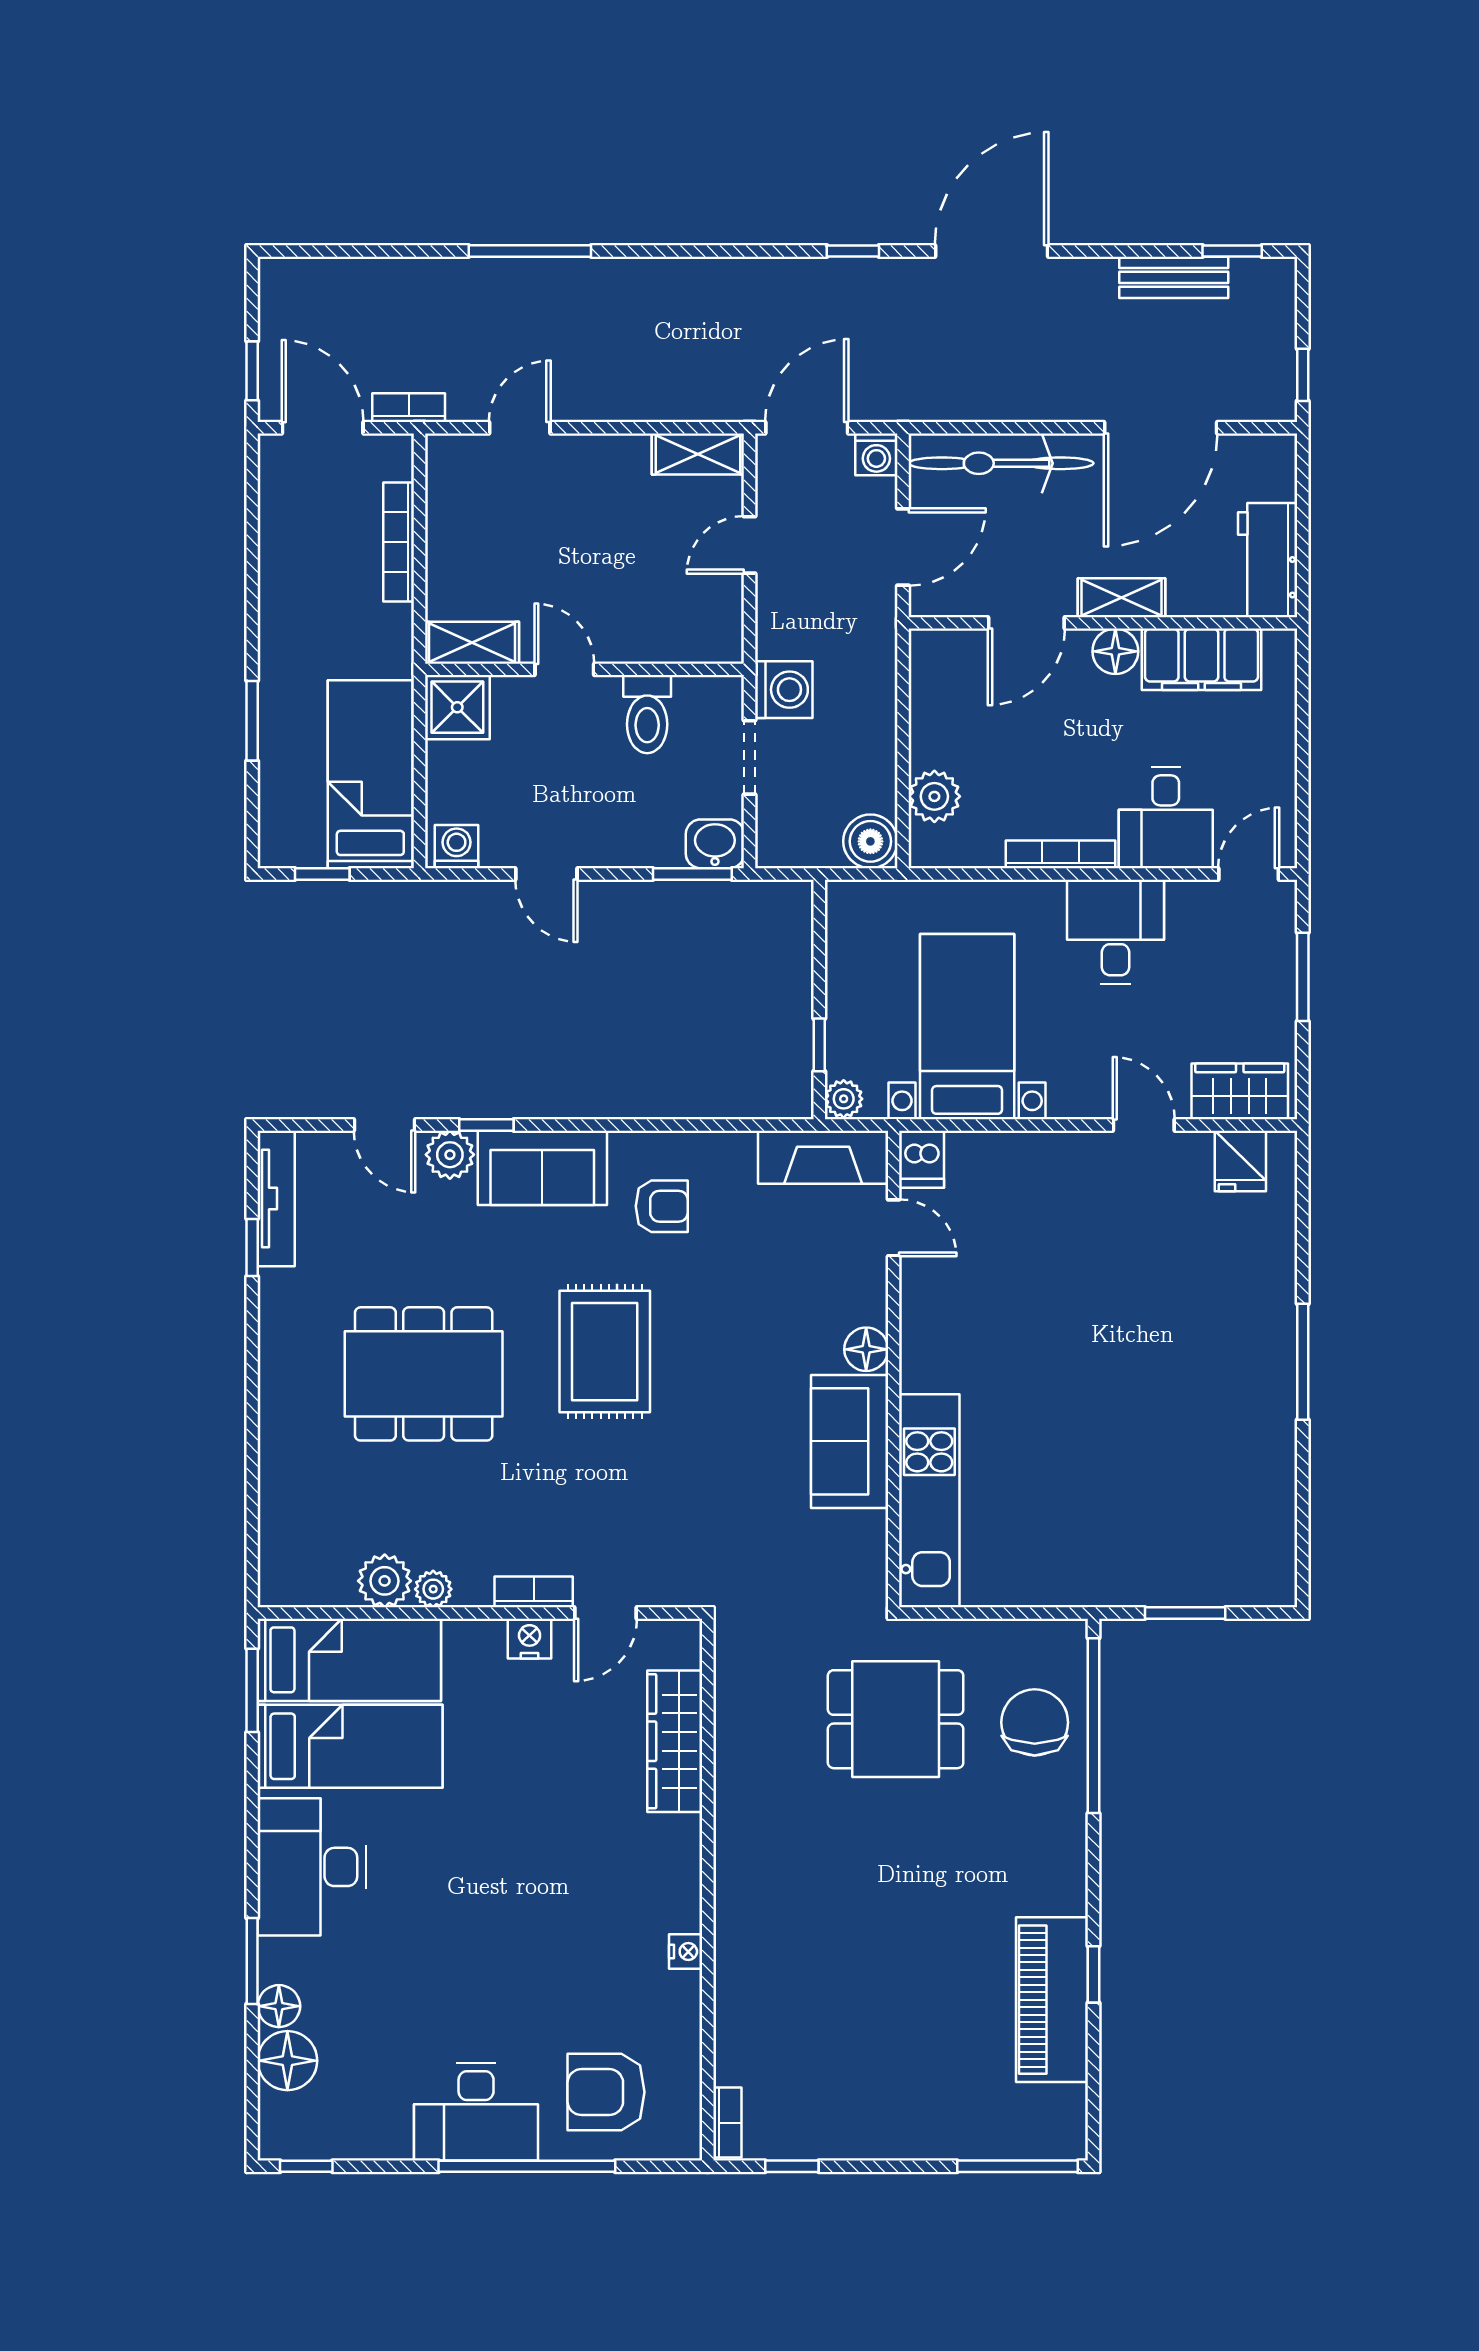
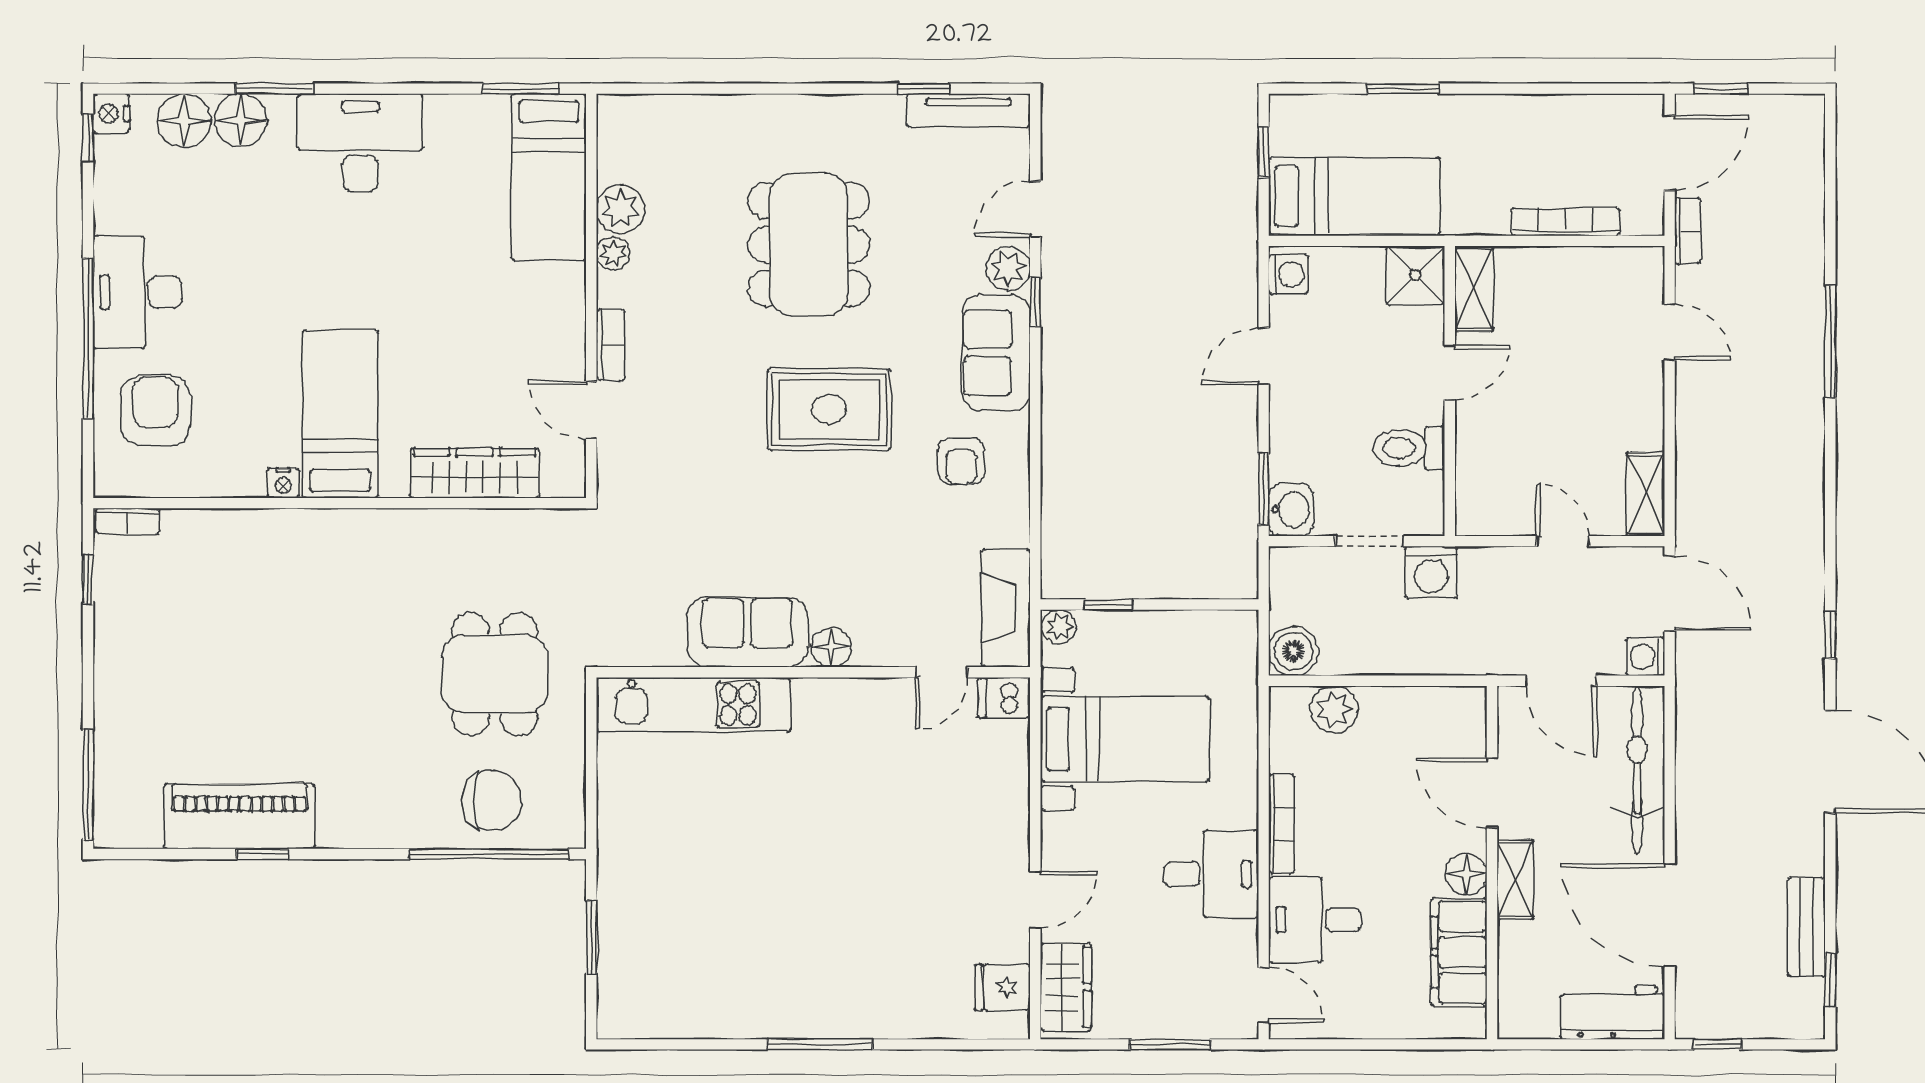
workbench: (1268, 560) -> (1612, 1012), moved
nightstand: (530, 1639) -> (111, 113), moved, turned 180
bed: (350, 1746) -> (340, 414), moved, turned 180
floor lamp: (279, 2006) -> (241, 120), width x1.38, depth x1.38

